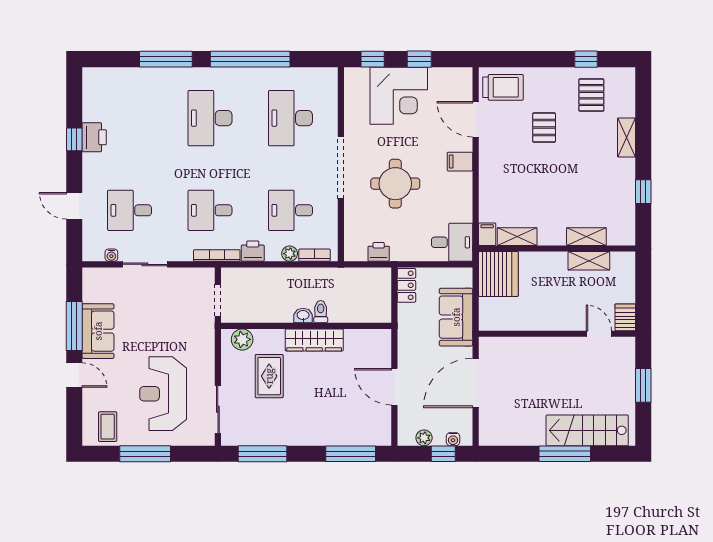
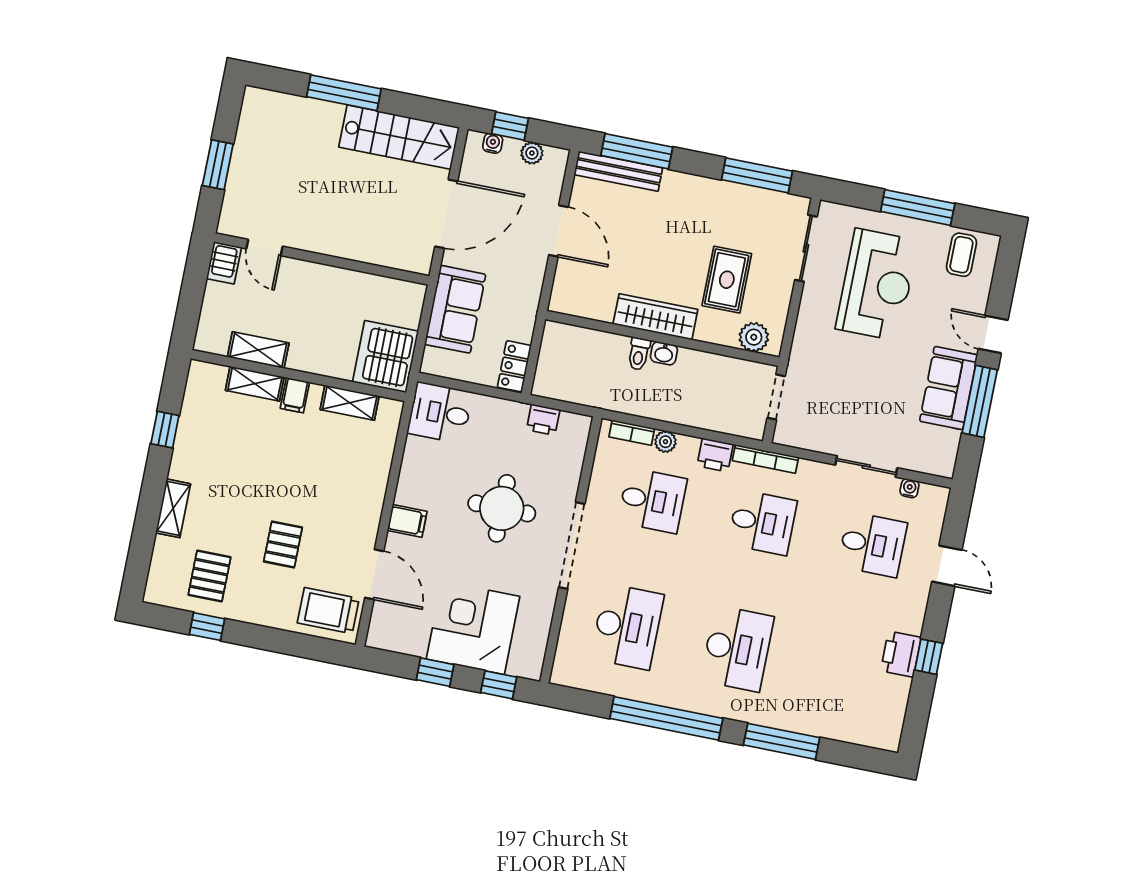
filing cabinet: (487, 234) -> (295, 395), moved
stairs: (587, 430) -> (399, 137), moved
bench: (361, 437) -> (618, 171), added

